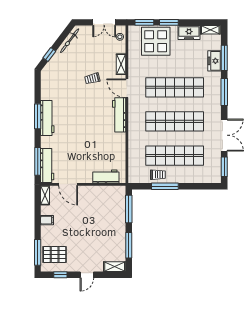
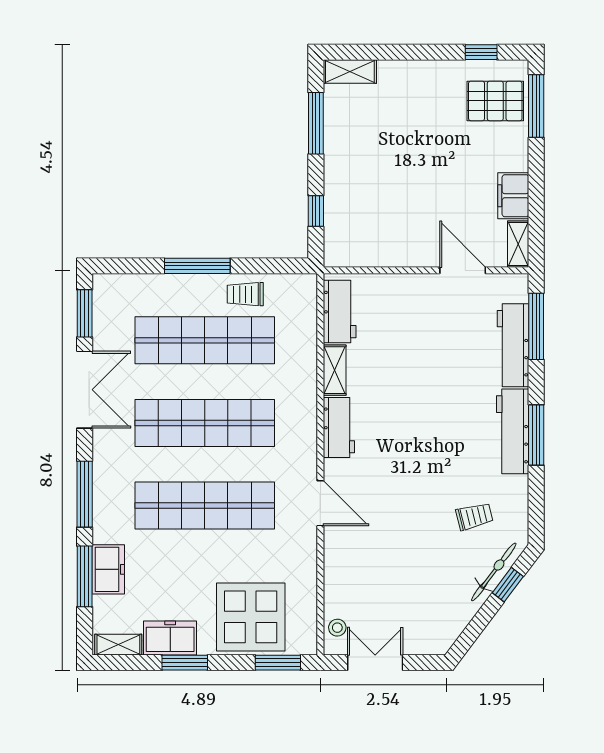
window: (169, 22) -> (185, 663), moved
bicycle: (70, 41) -> (494, 572), moved
shelving: (121, 64) -> (335, 370), moved
trolley: (92, 78) -> (474, 516), moved
workbench: (119, 115) -> (339, 427), width x0.73
double door: (224, 135) -> (85, 390), swing flipped
workbench: (47, 165) -> (513, 345), moved
workbench: (106, 177) -> (340, 312), moved, turned -90
window: (165, 186) -> (197, 266), moved
window: (129, 209) -> (316, 211), width x0.46
filing cabinet: (47, 220) -> (513, 196), width x2.00
door: (87, 275) -> (417, 52), removed

